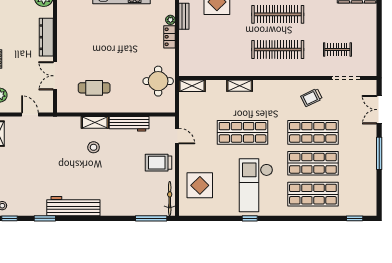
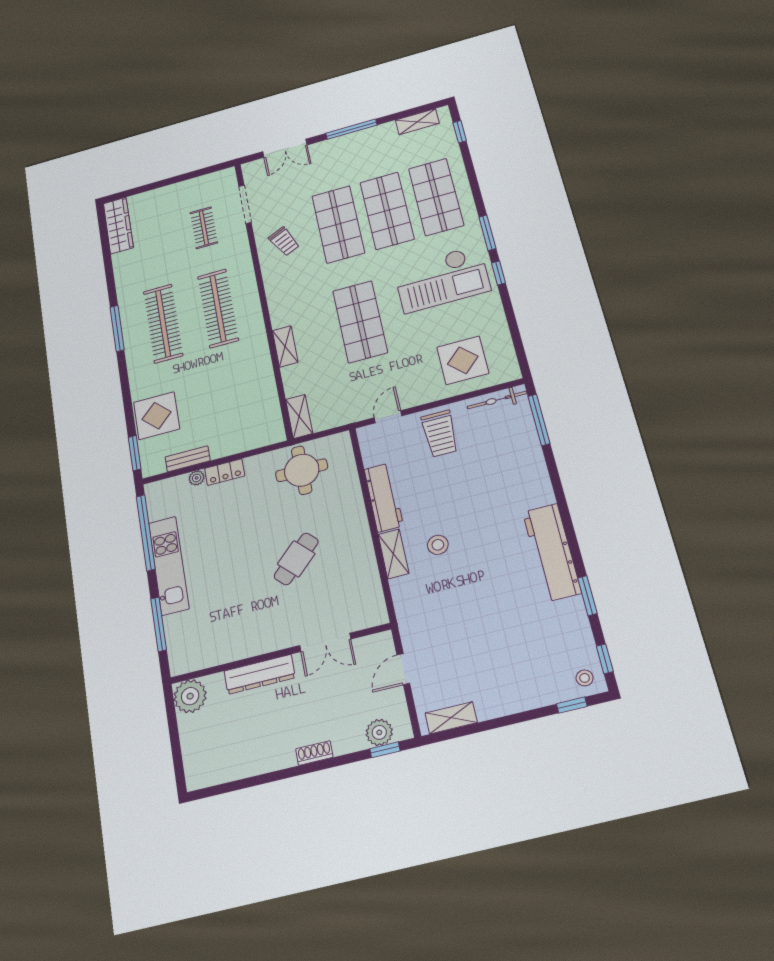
cafe table: (94, 88) -> (296, 559), moved, turned 46
shelving: (371, 195) -> (417, 122), added
window: (279, 218) -> (487, 233), added

